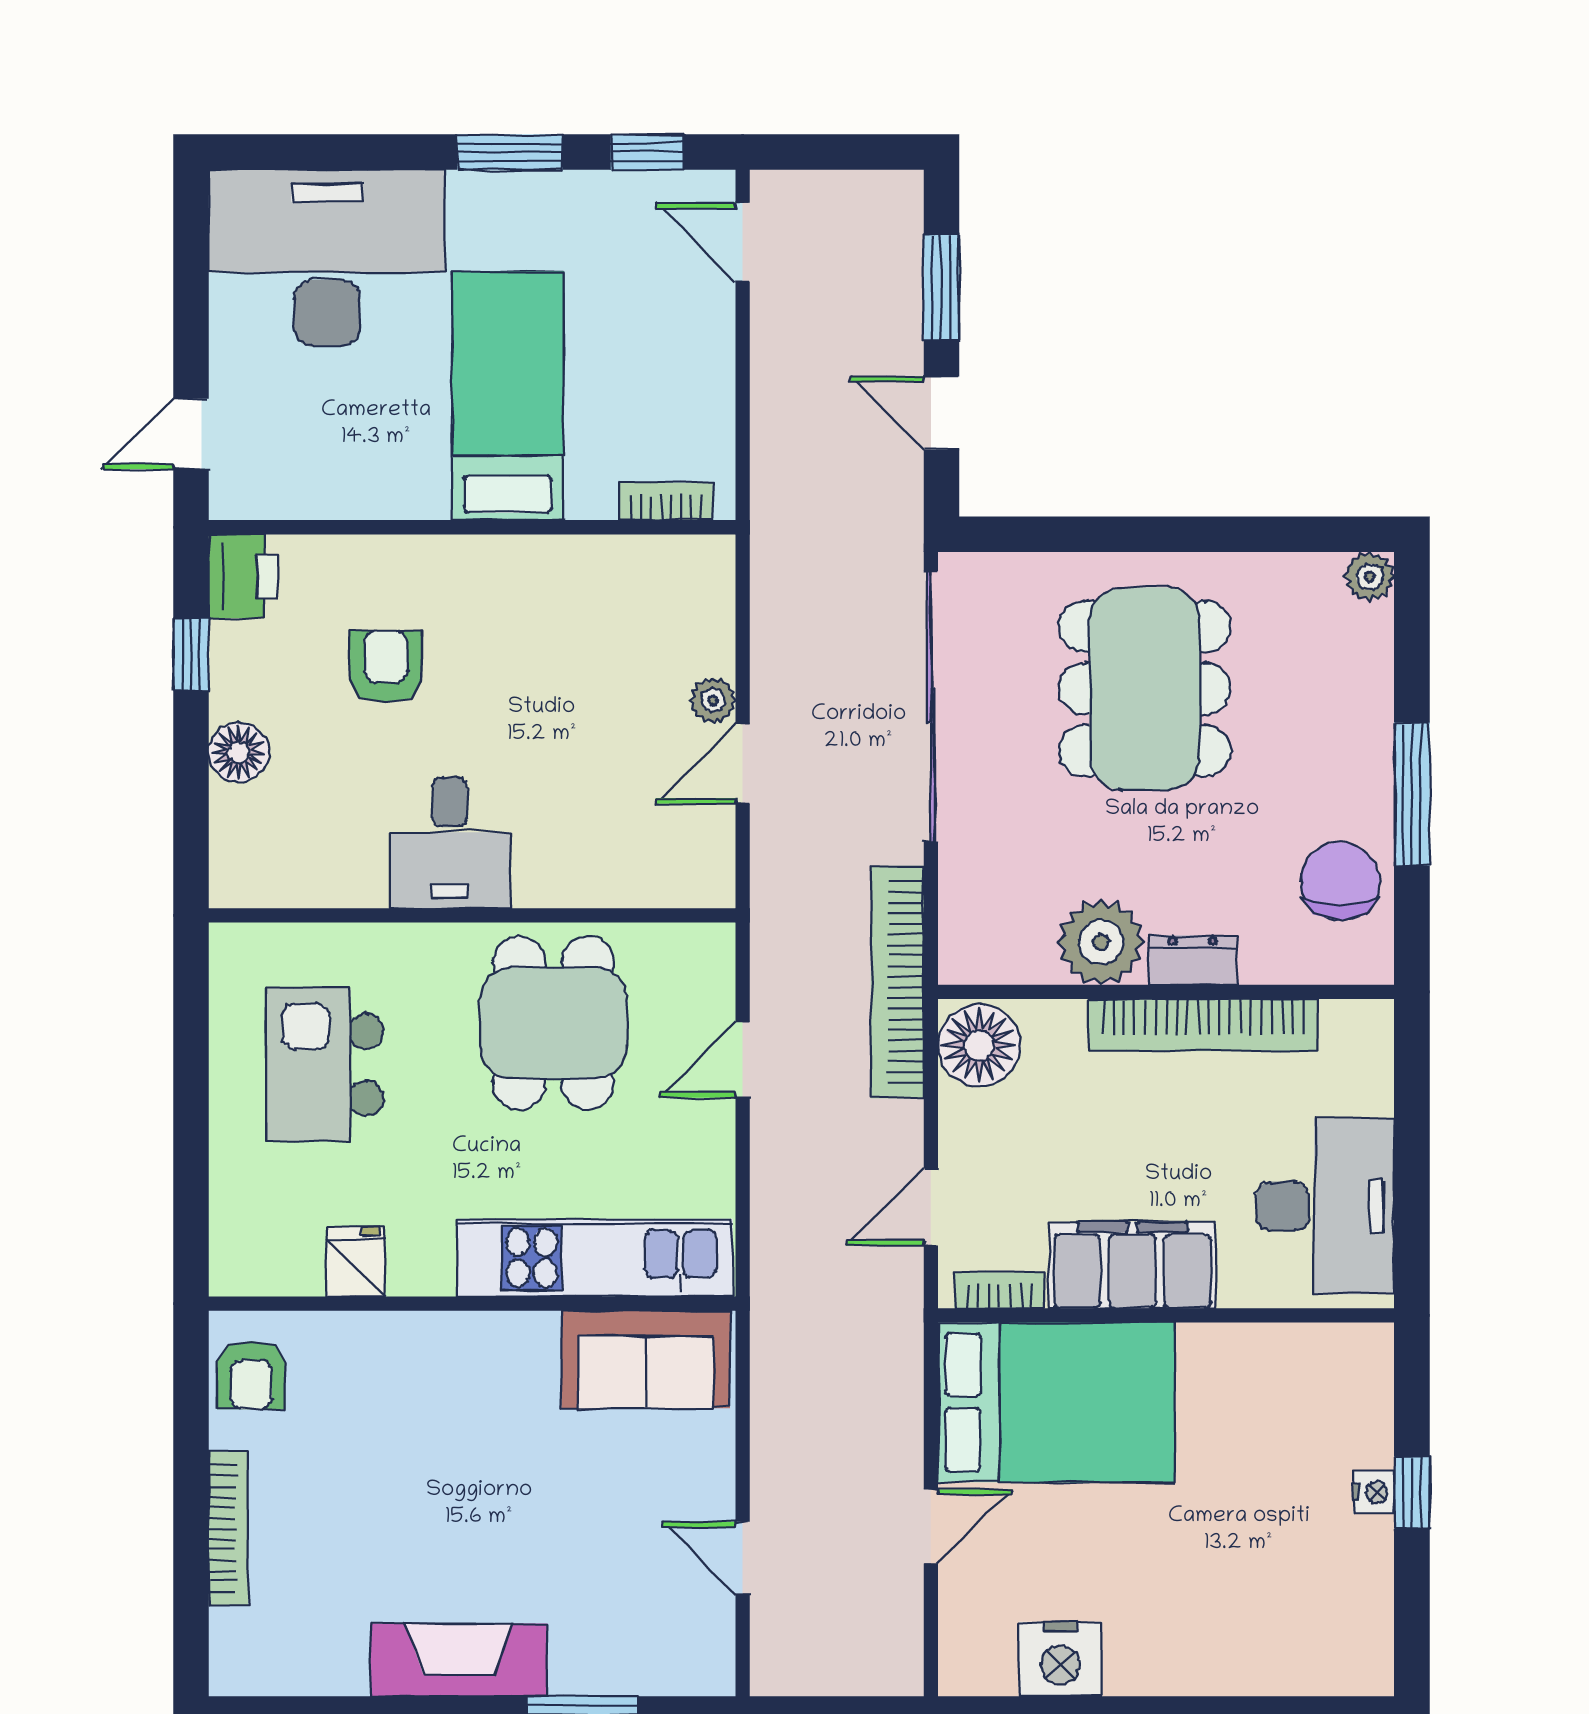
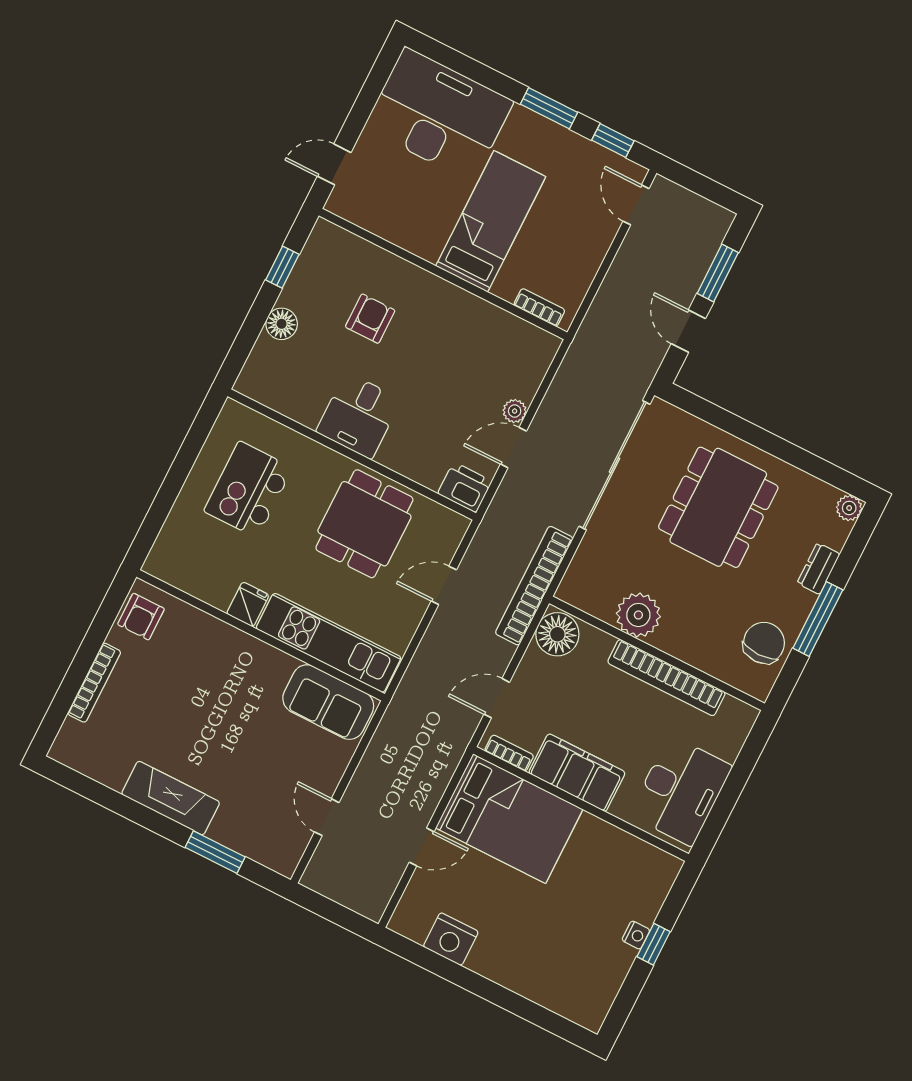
printer: (243, 576) -> (465, 487), moved, turned -90
dresser: (1193, 960) -> (819, 569), moved, turned -90
fridge: (356, 1262) -> (248, 604), moved

